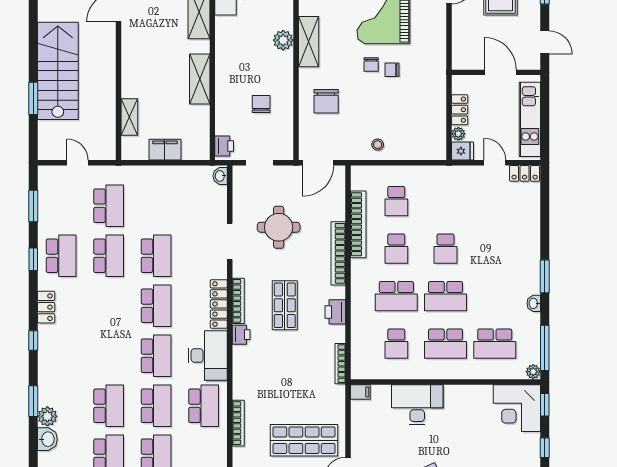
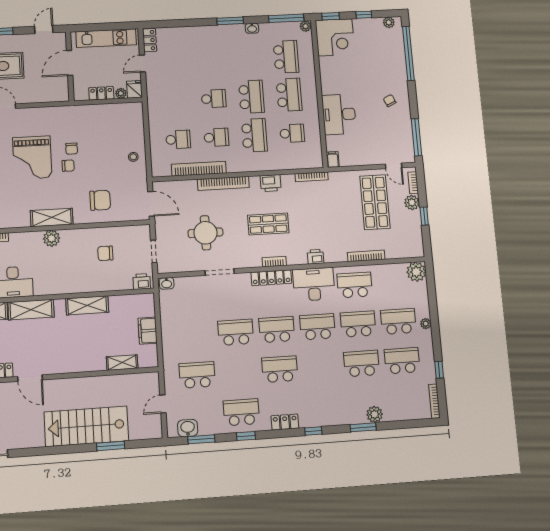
school desk: (109, 256) -> (280, 369), moved
bookcase: (238, 301) -> (274, 262), width x0.64
printer: (241, 335) -> (316, 257), moved
washbasin: (47, 439) -> (188, 428), moved

